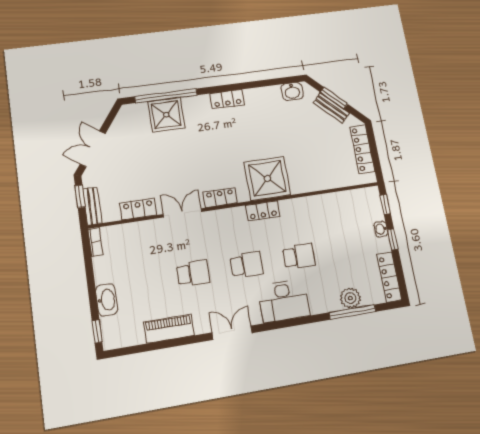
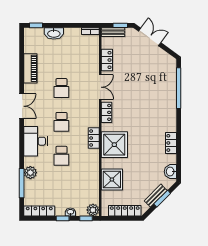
locker: (227, 99) -> (171, 143), moved
shower: (166, 115) -> (112, 180), moved
plant: (371, 196) -> (93, 210), added
plant: (350, 298) -> (30, 173), moved

